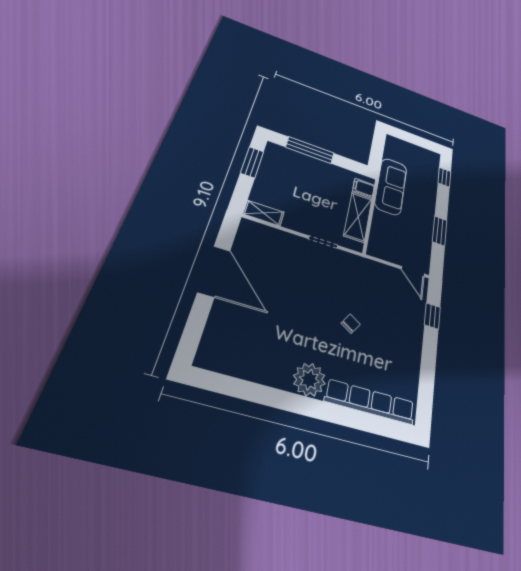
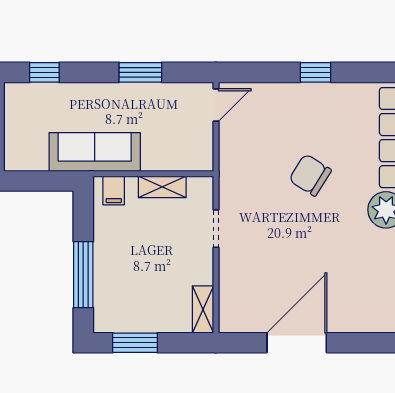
shelving: (358, 217) -> (162, 187), width x0.67, depth x0.75
window: (432, 316) -> (316, 72), moved
chair: (351, 324) -> (310, 175), width x1.87, depth x1.87

